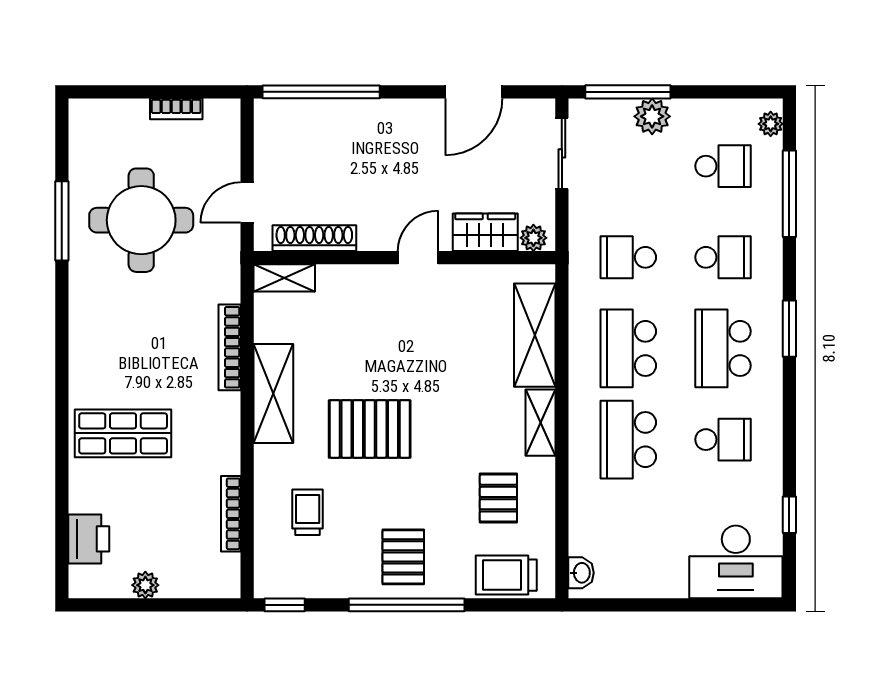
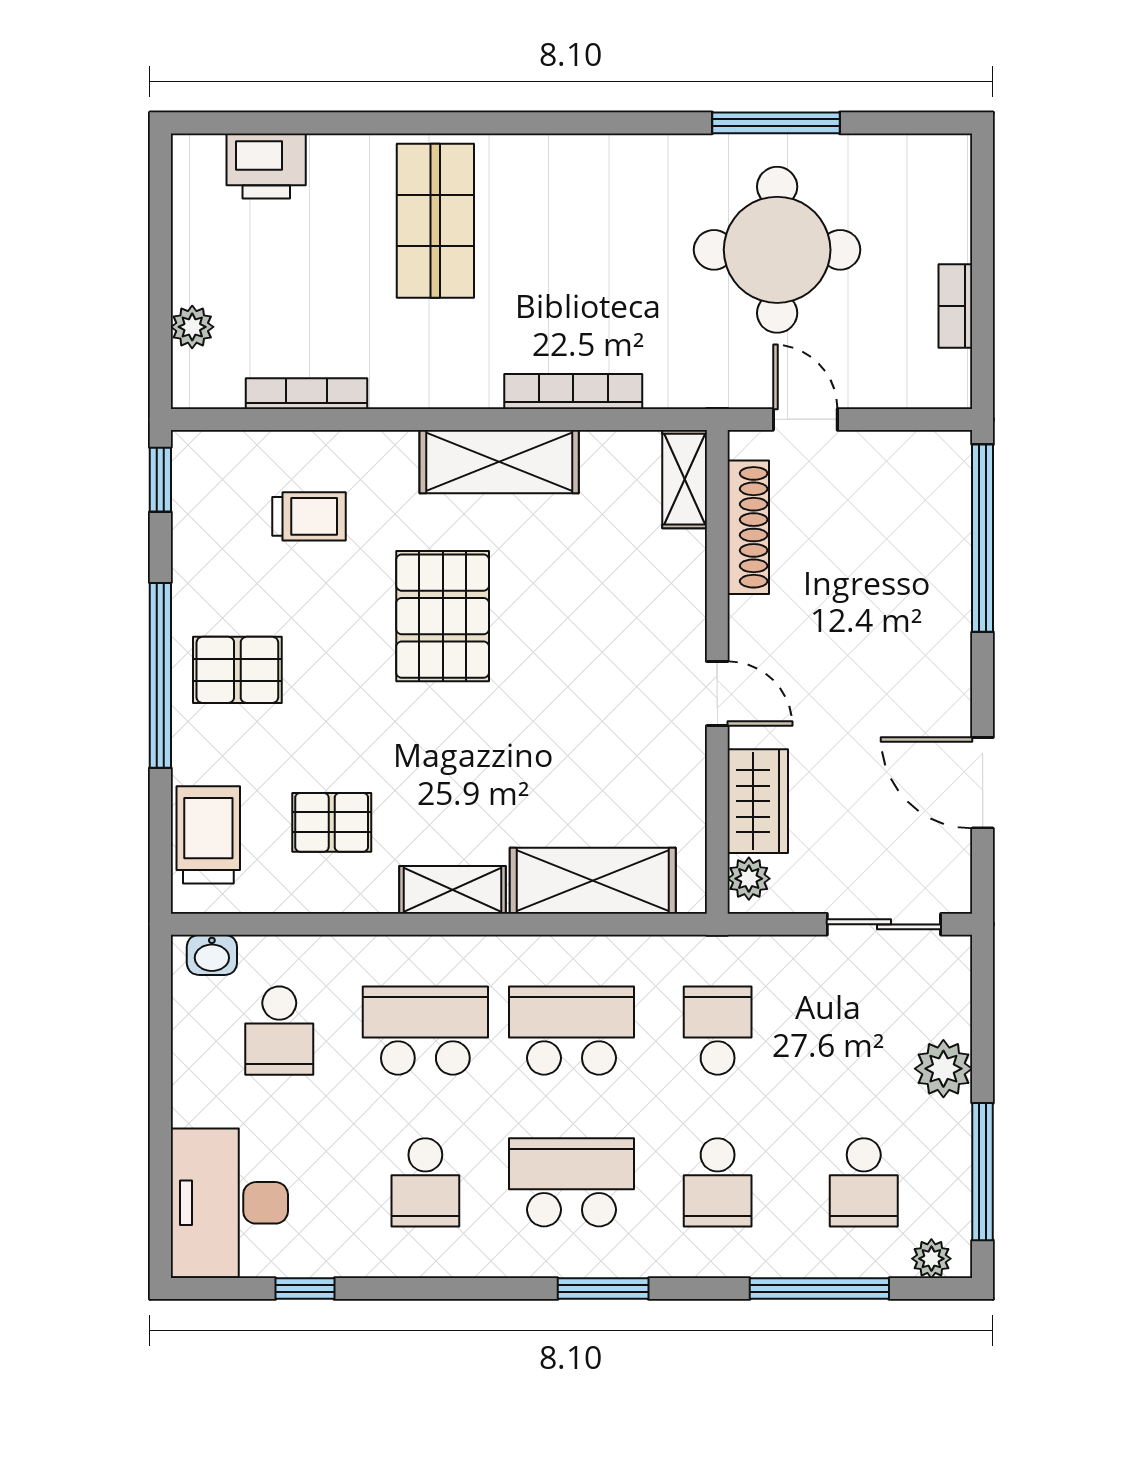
window: (628, 92) -> (983, 1172), moved
school desk: (628, 531) -> (279, 1031), added
plant: (145, 585) -> (192, 327), moved

